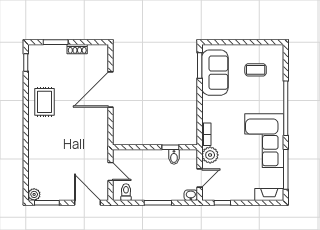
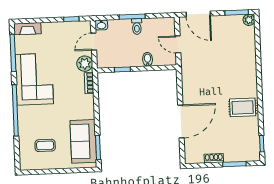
rug: (45, 102) -> (243, 107), turned 90
bidet: (174, 157) -> (148, 59), moved
toilet: (126, 192) -> (137, 26), moved

